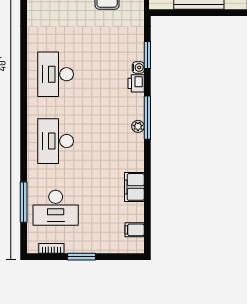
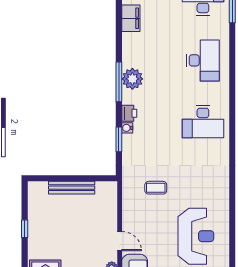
desk: (56, 74) -> (203, 122), turned 90
plant: (138, 126) -> (132, 79), width x1.87, depth x1.87

